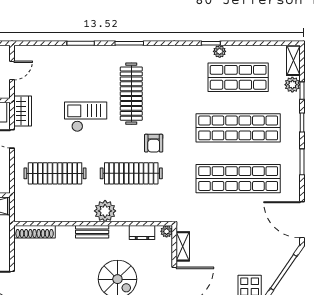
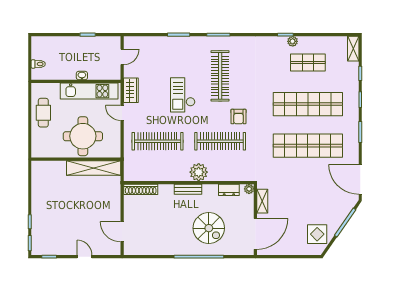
shop shelf: (238, 77) -> (308, 62), width x0.70, depth x0.74
plant: (292, 85) -> (352, 68), removed
checkout: (86, 117) -> (183, 95), turned -90

